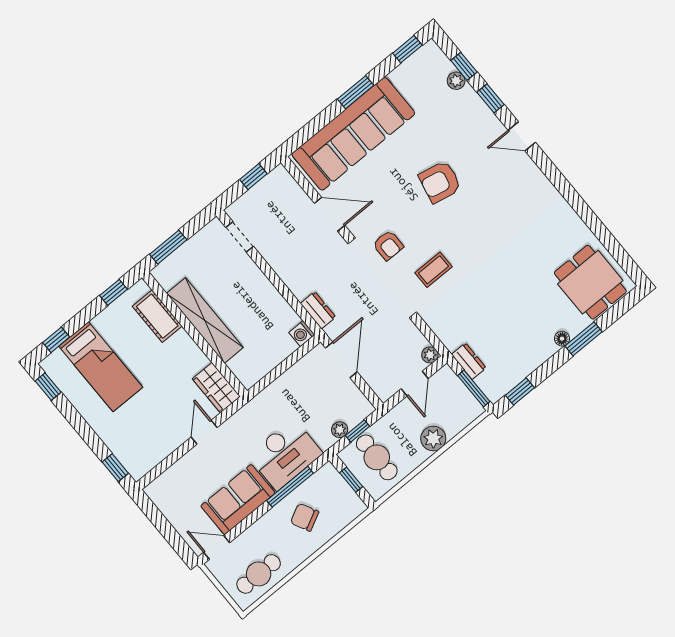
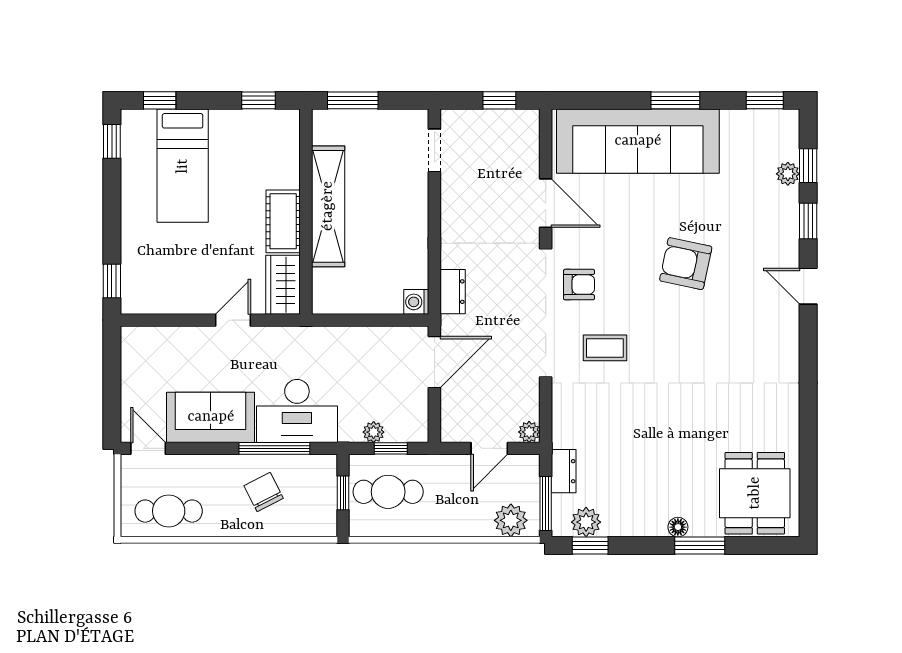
armchair: (388, 245) -> (579, 285), turned -90
cot: (157, 316) -> (283, 221), moved
plant: (506, 380) -> (586, 522), added
plant: (433, 439) -> (511, 520), moved
cafe table: (377, 457) -> (388, 492), turned 90

